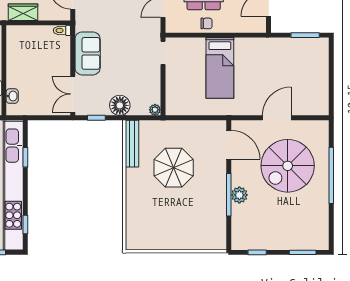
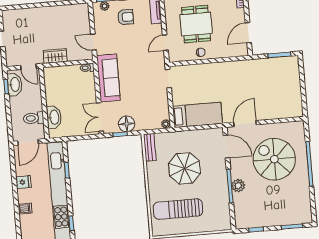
sofa: (88, 53) -> (108, 78), width x1.36
bed: (220, 68) -> (198, 115), moved, turned -90
washbasin: (12, 96) -> (54, 117), width x1.91, depth x1.45
floor lamp: (120, 105) -> (127, 124), moved
door: (277, 118) -> (245, 124), moved
bench: (132, 144) -> (150, 147), width x0.73
spiral stairs: (288, 166) -> (274, 159), turned 90
sun lounger: (161, 218) -> (178, 209), added

